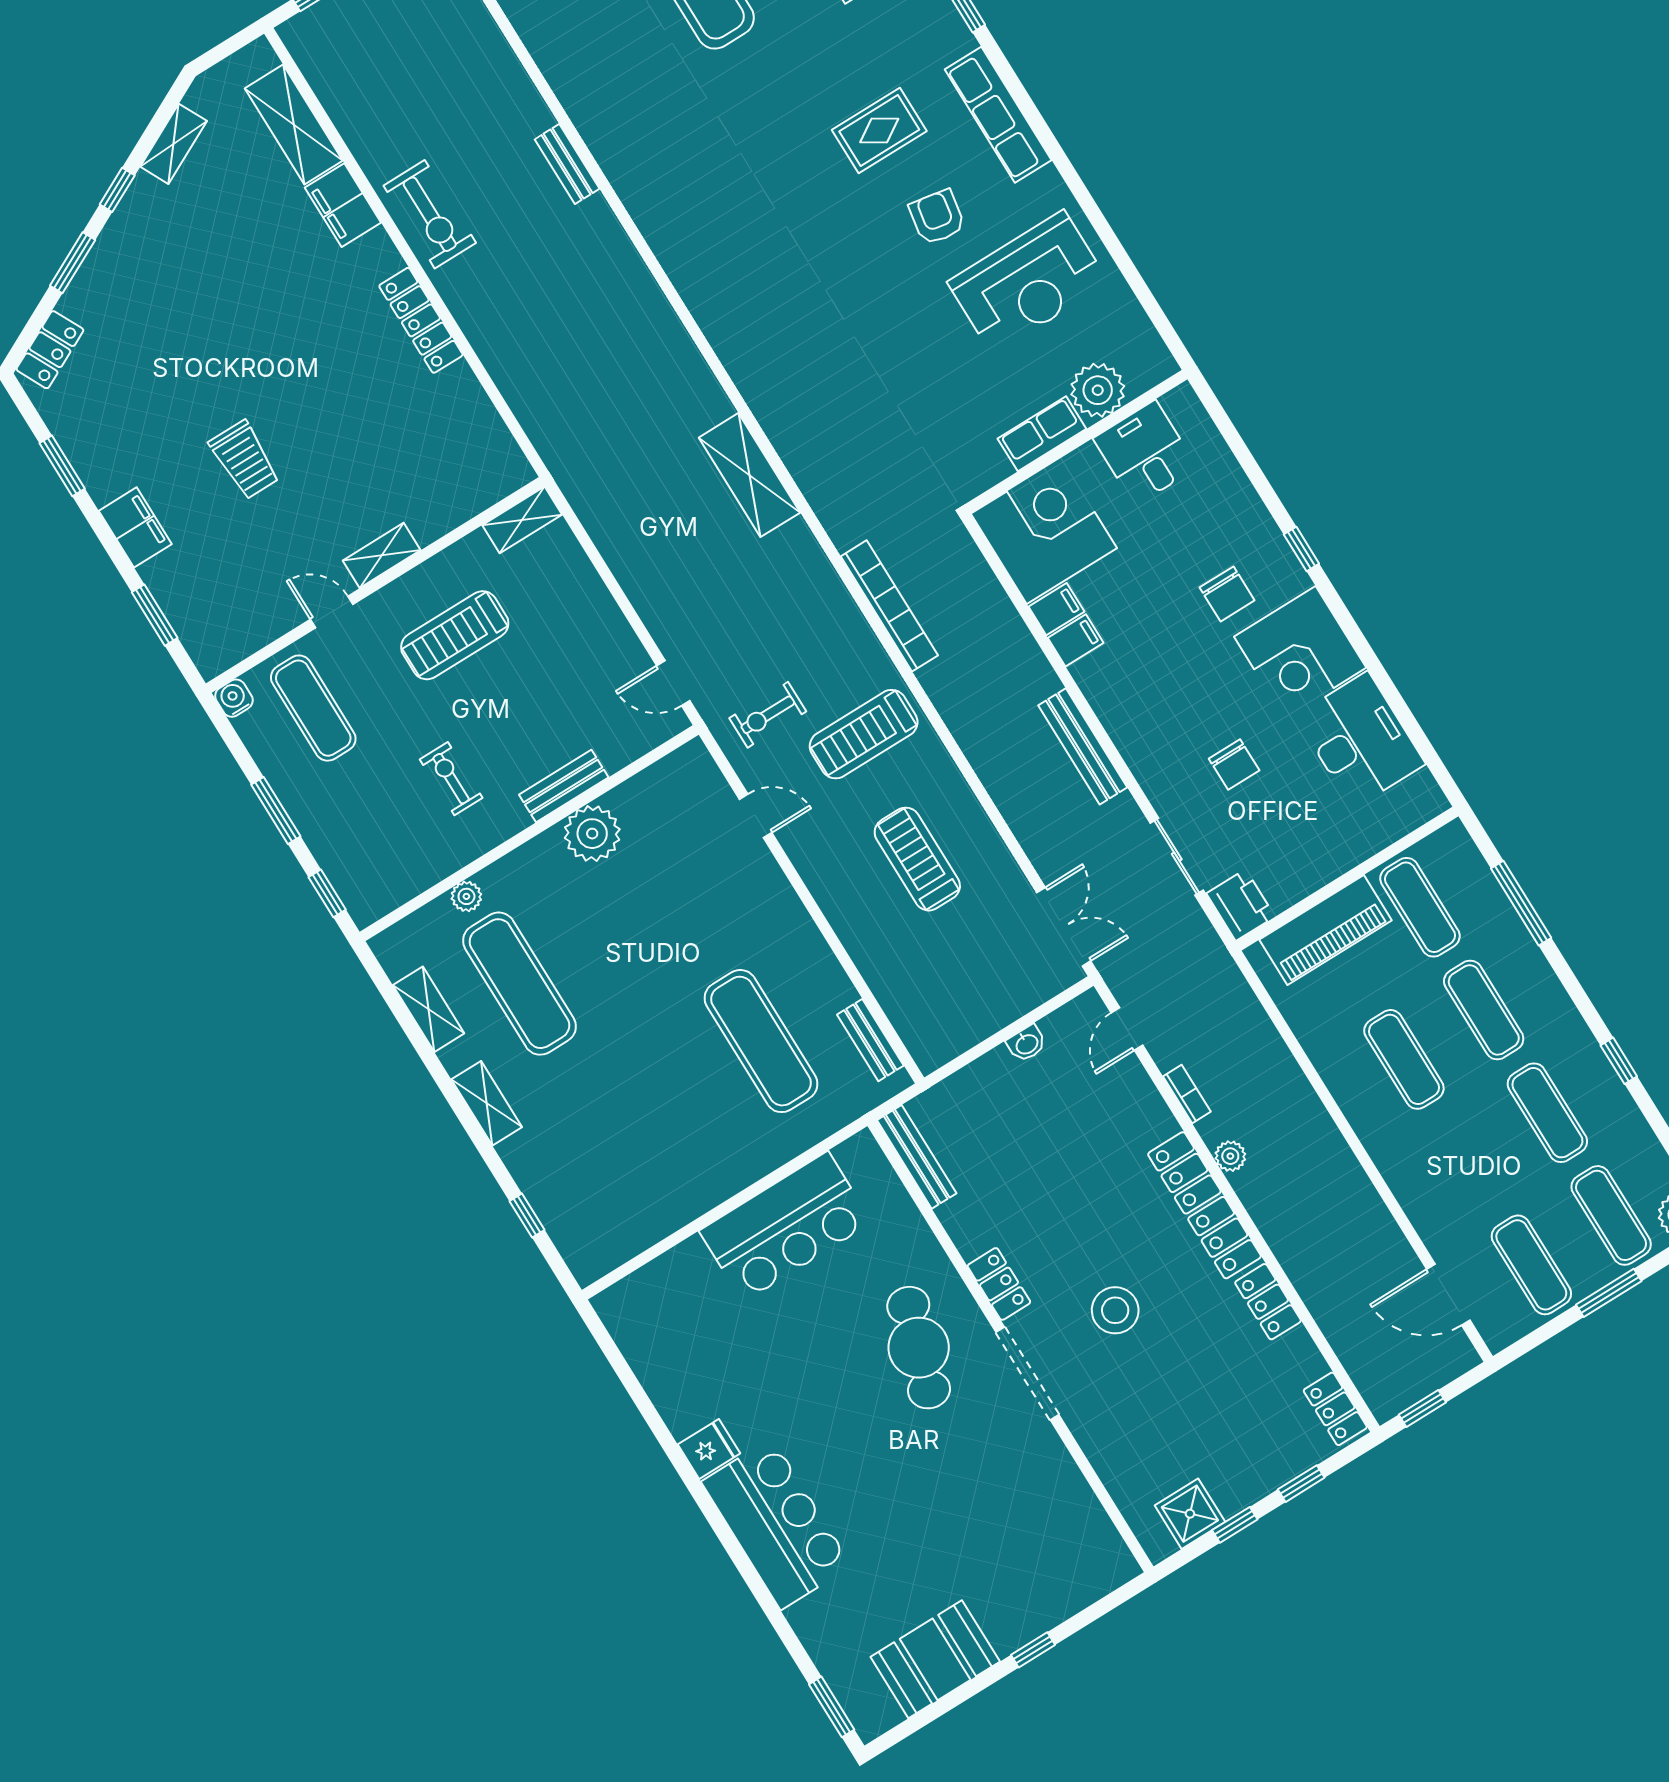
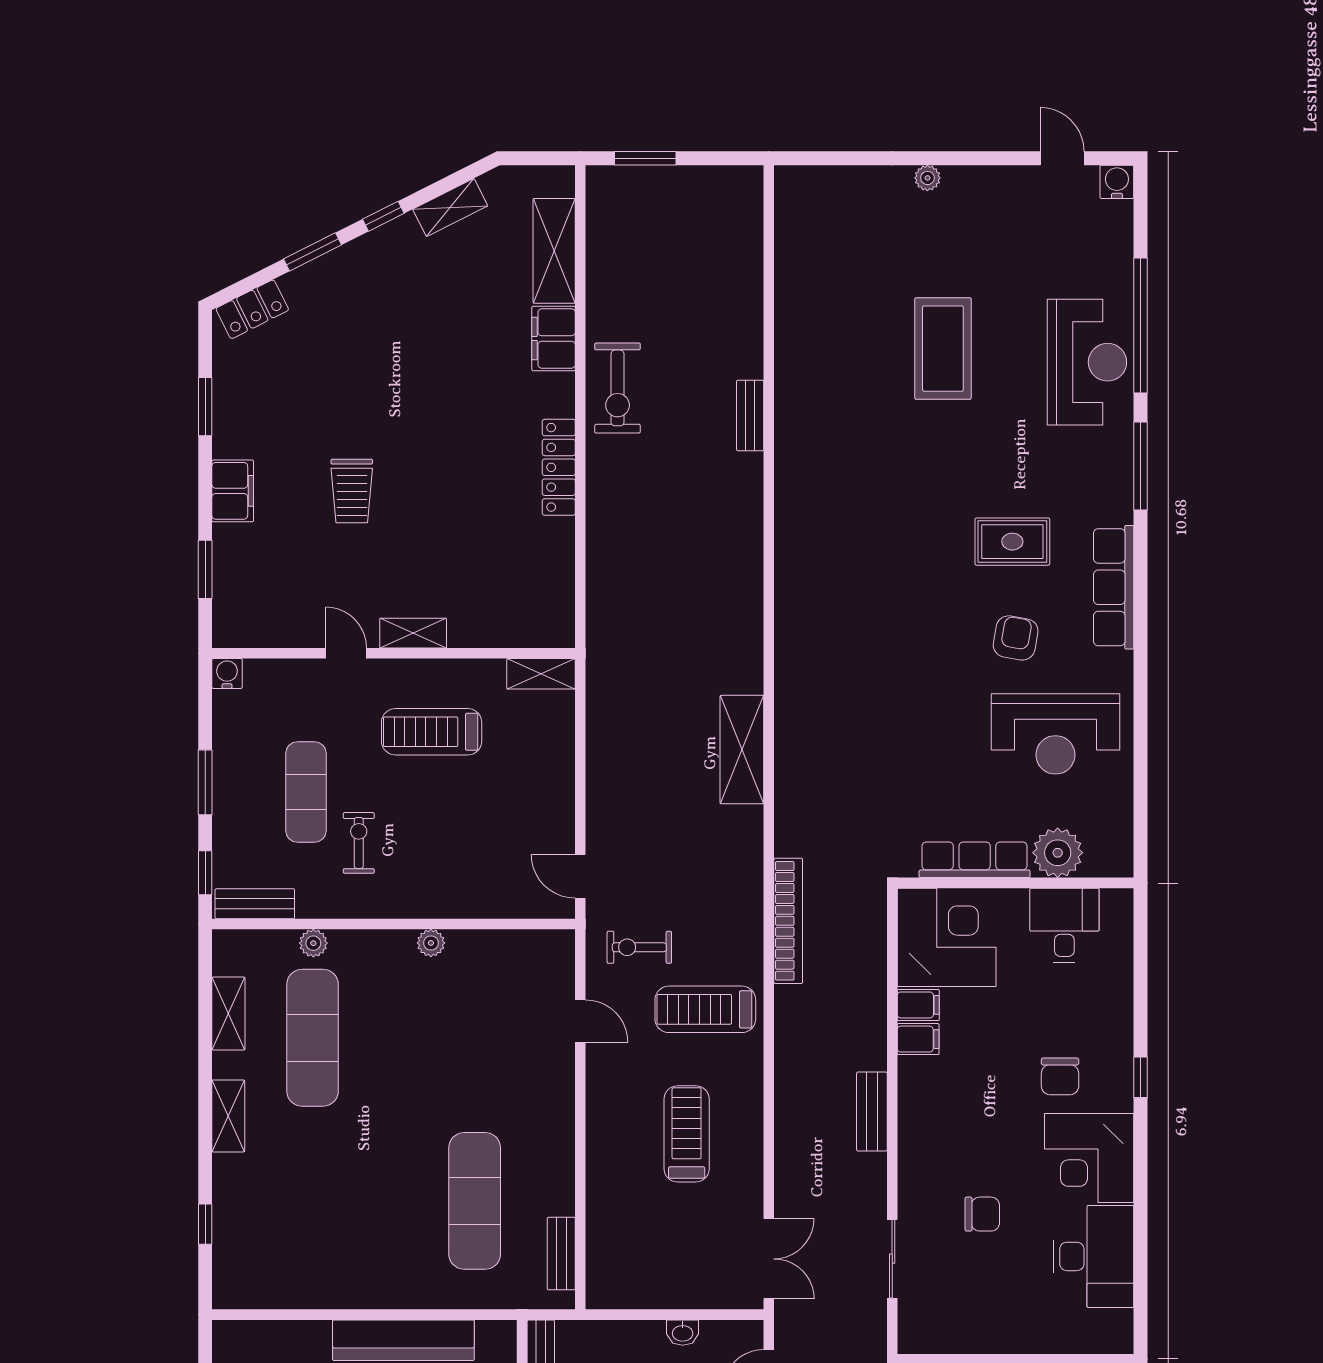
row of seats: (1042, 434) -> (975, 860), width x1.48
exercise mat: (313, 708) -> (306, 792), moved
bench: (1083, 746) -> (872, 1112), width x0.73
chair: (1234, 765) -> (982, 1214), turned -90
bench: (564, 786) -> (255, 904), moved
plant: (592, 834) -> (431, 943), width x0.53, depth x0.53
printer: (1241, 905) -> (919, 1328), removed

